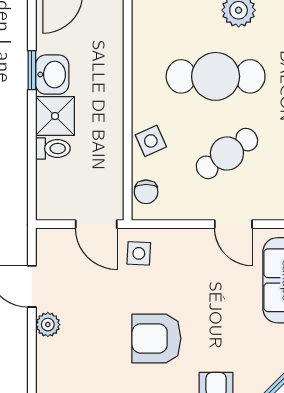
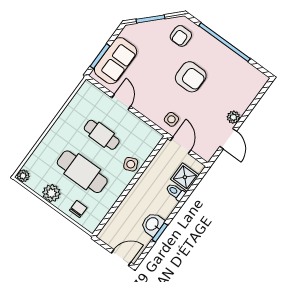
shower: (55, 116) -> (185, 177), moved
cafe table: (227, 153) -> (102, 135), turned 35
chair: (146, 192) -> (78, 209), moved

